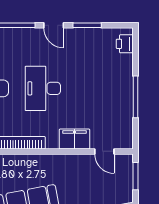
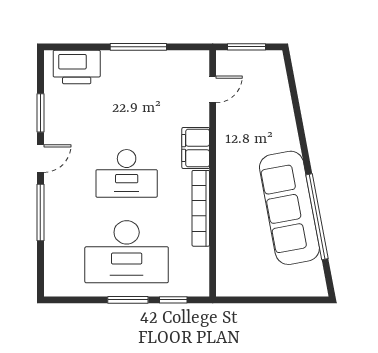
printer: (125, 44) -> (77, 67), width x1.87, depth x1.48
filing cabinet: (74, 139) -> (196, 148), moved

